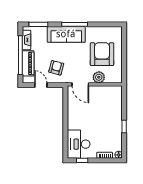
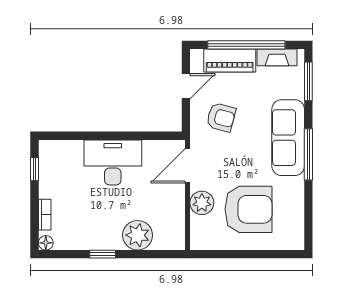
plant: (115, 109) -> (138, 235), added
desk: (79, 144) -> (113, 162), moved

